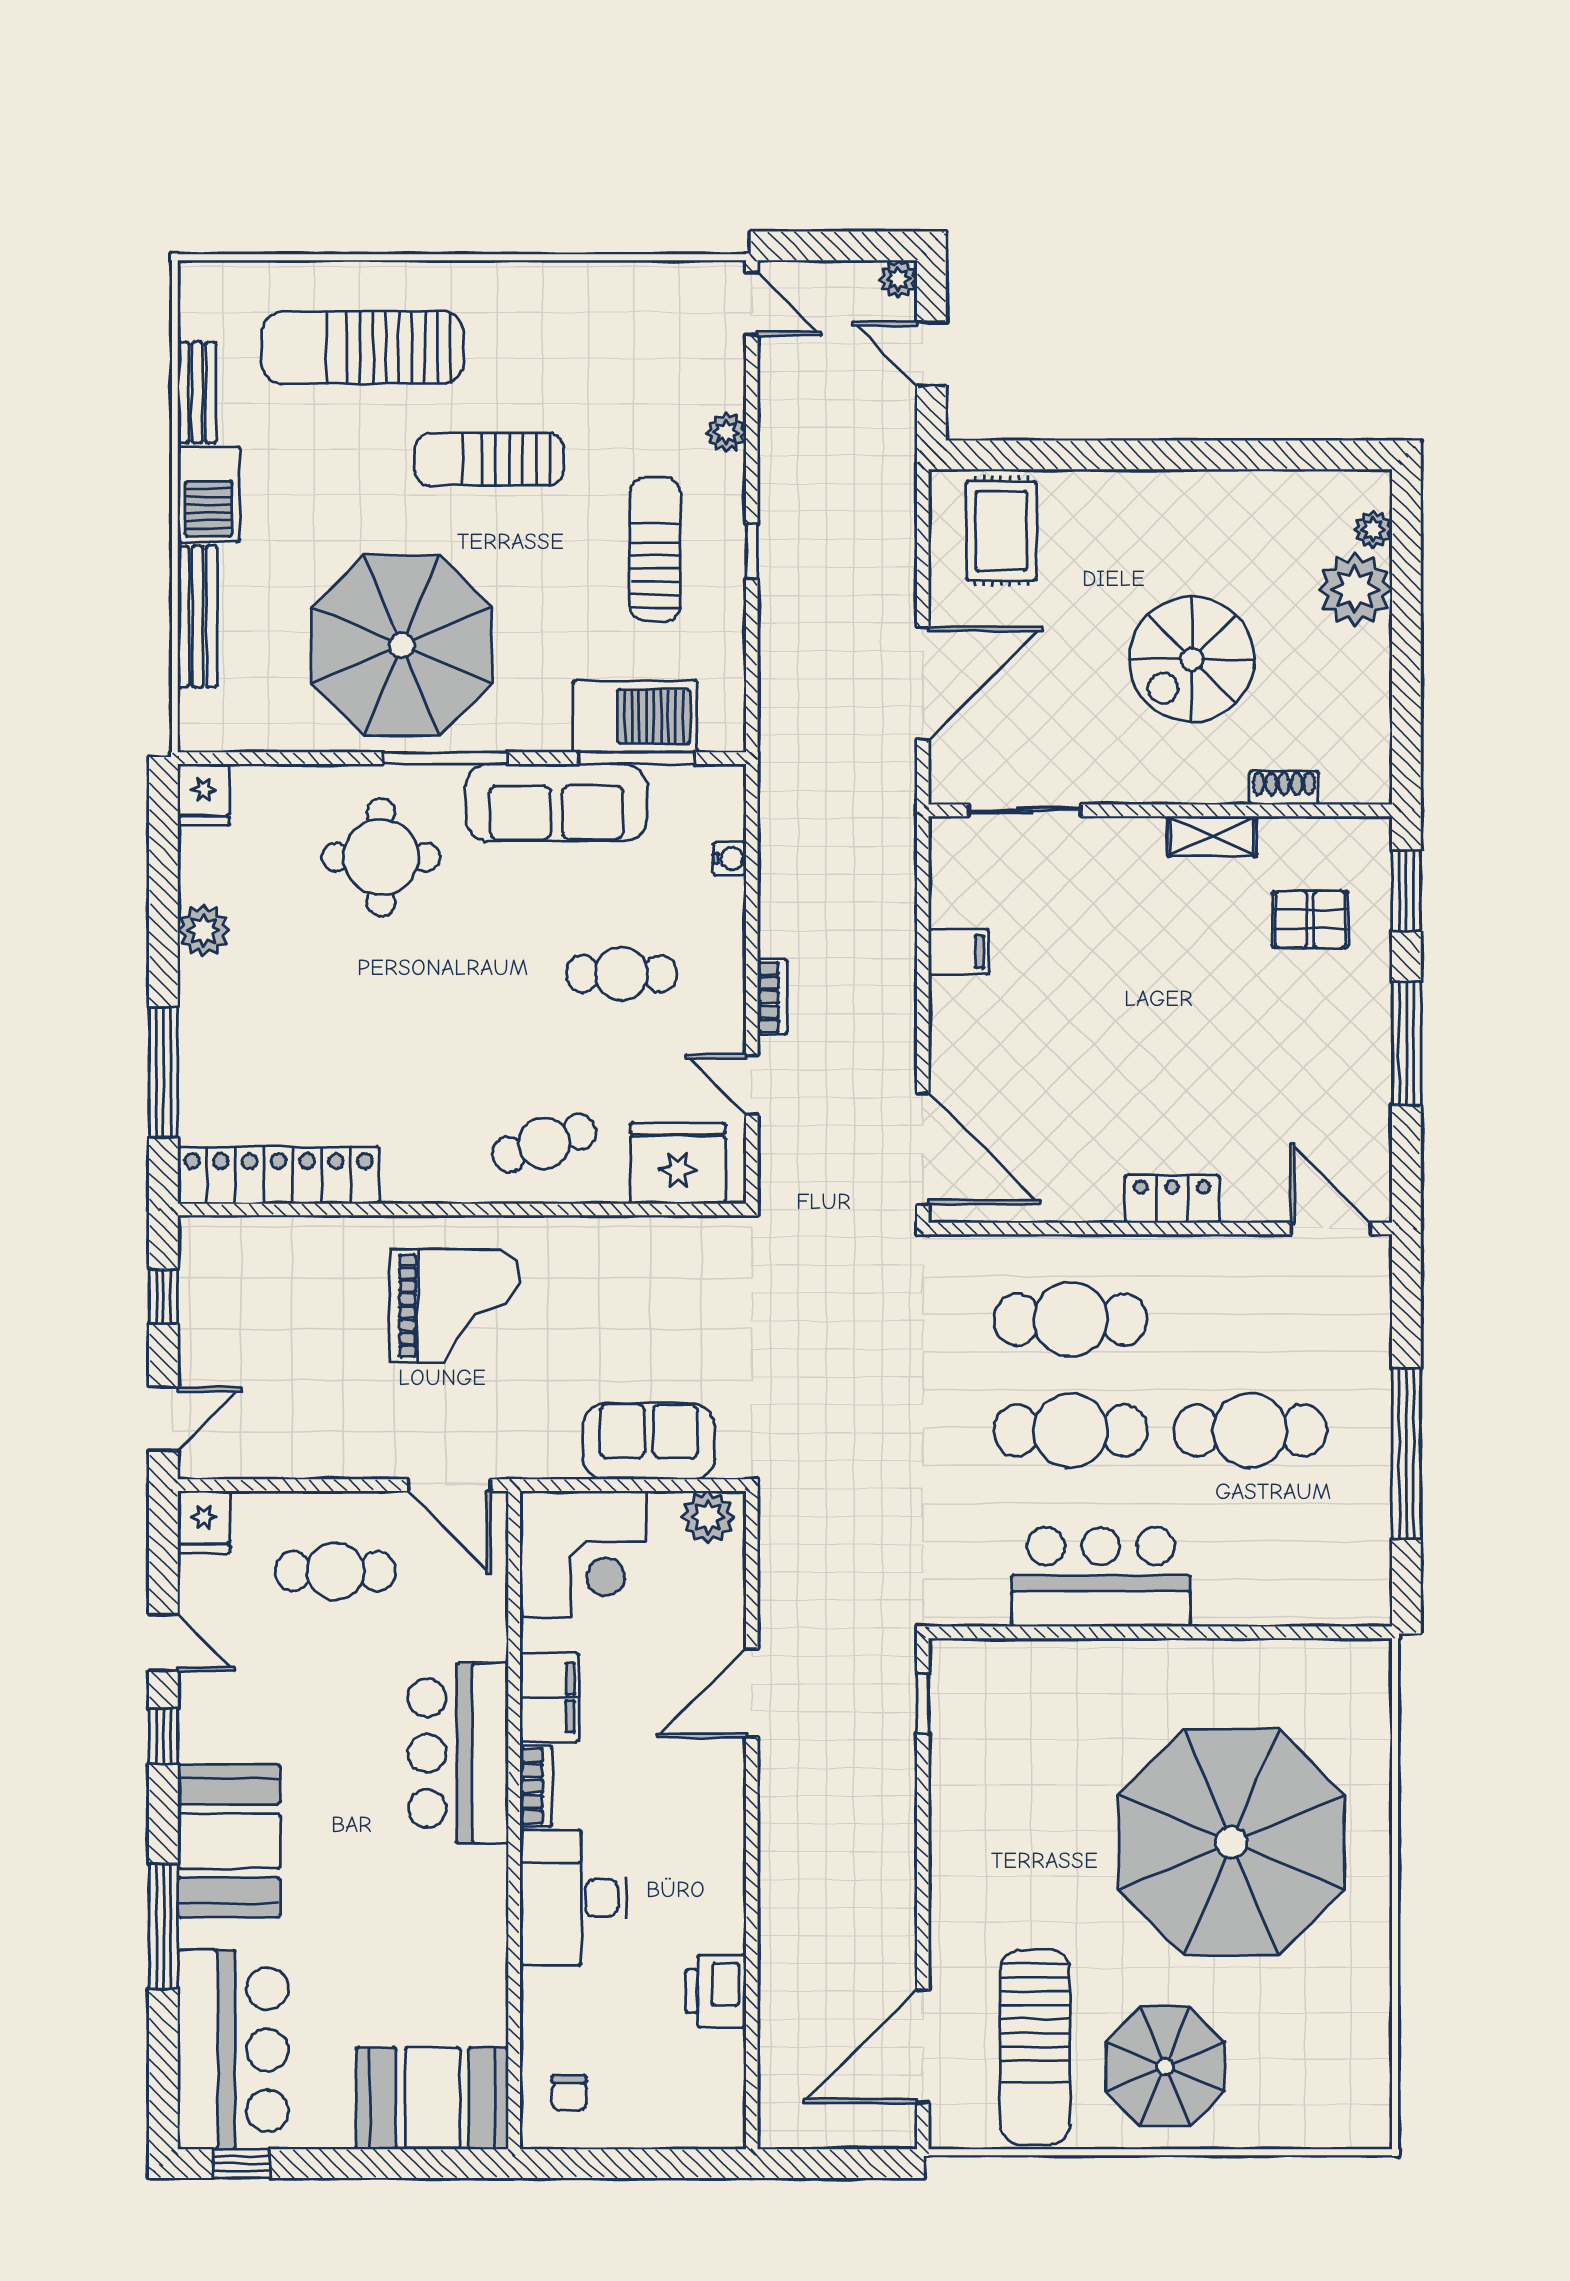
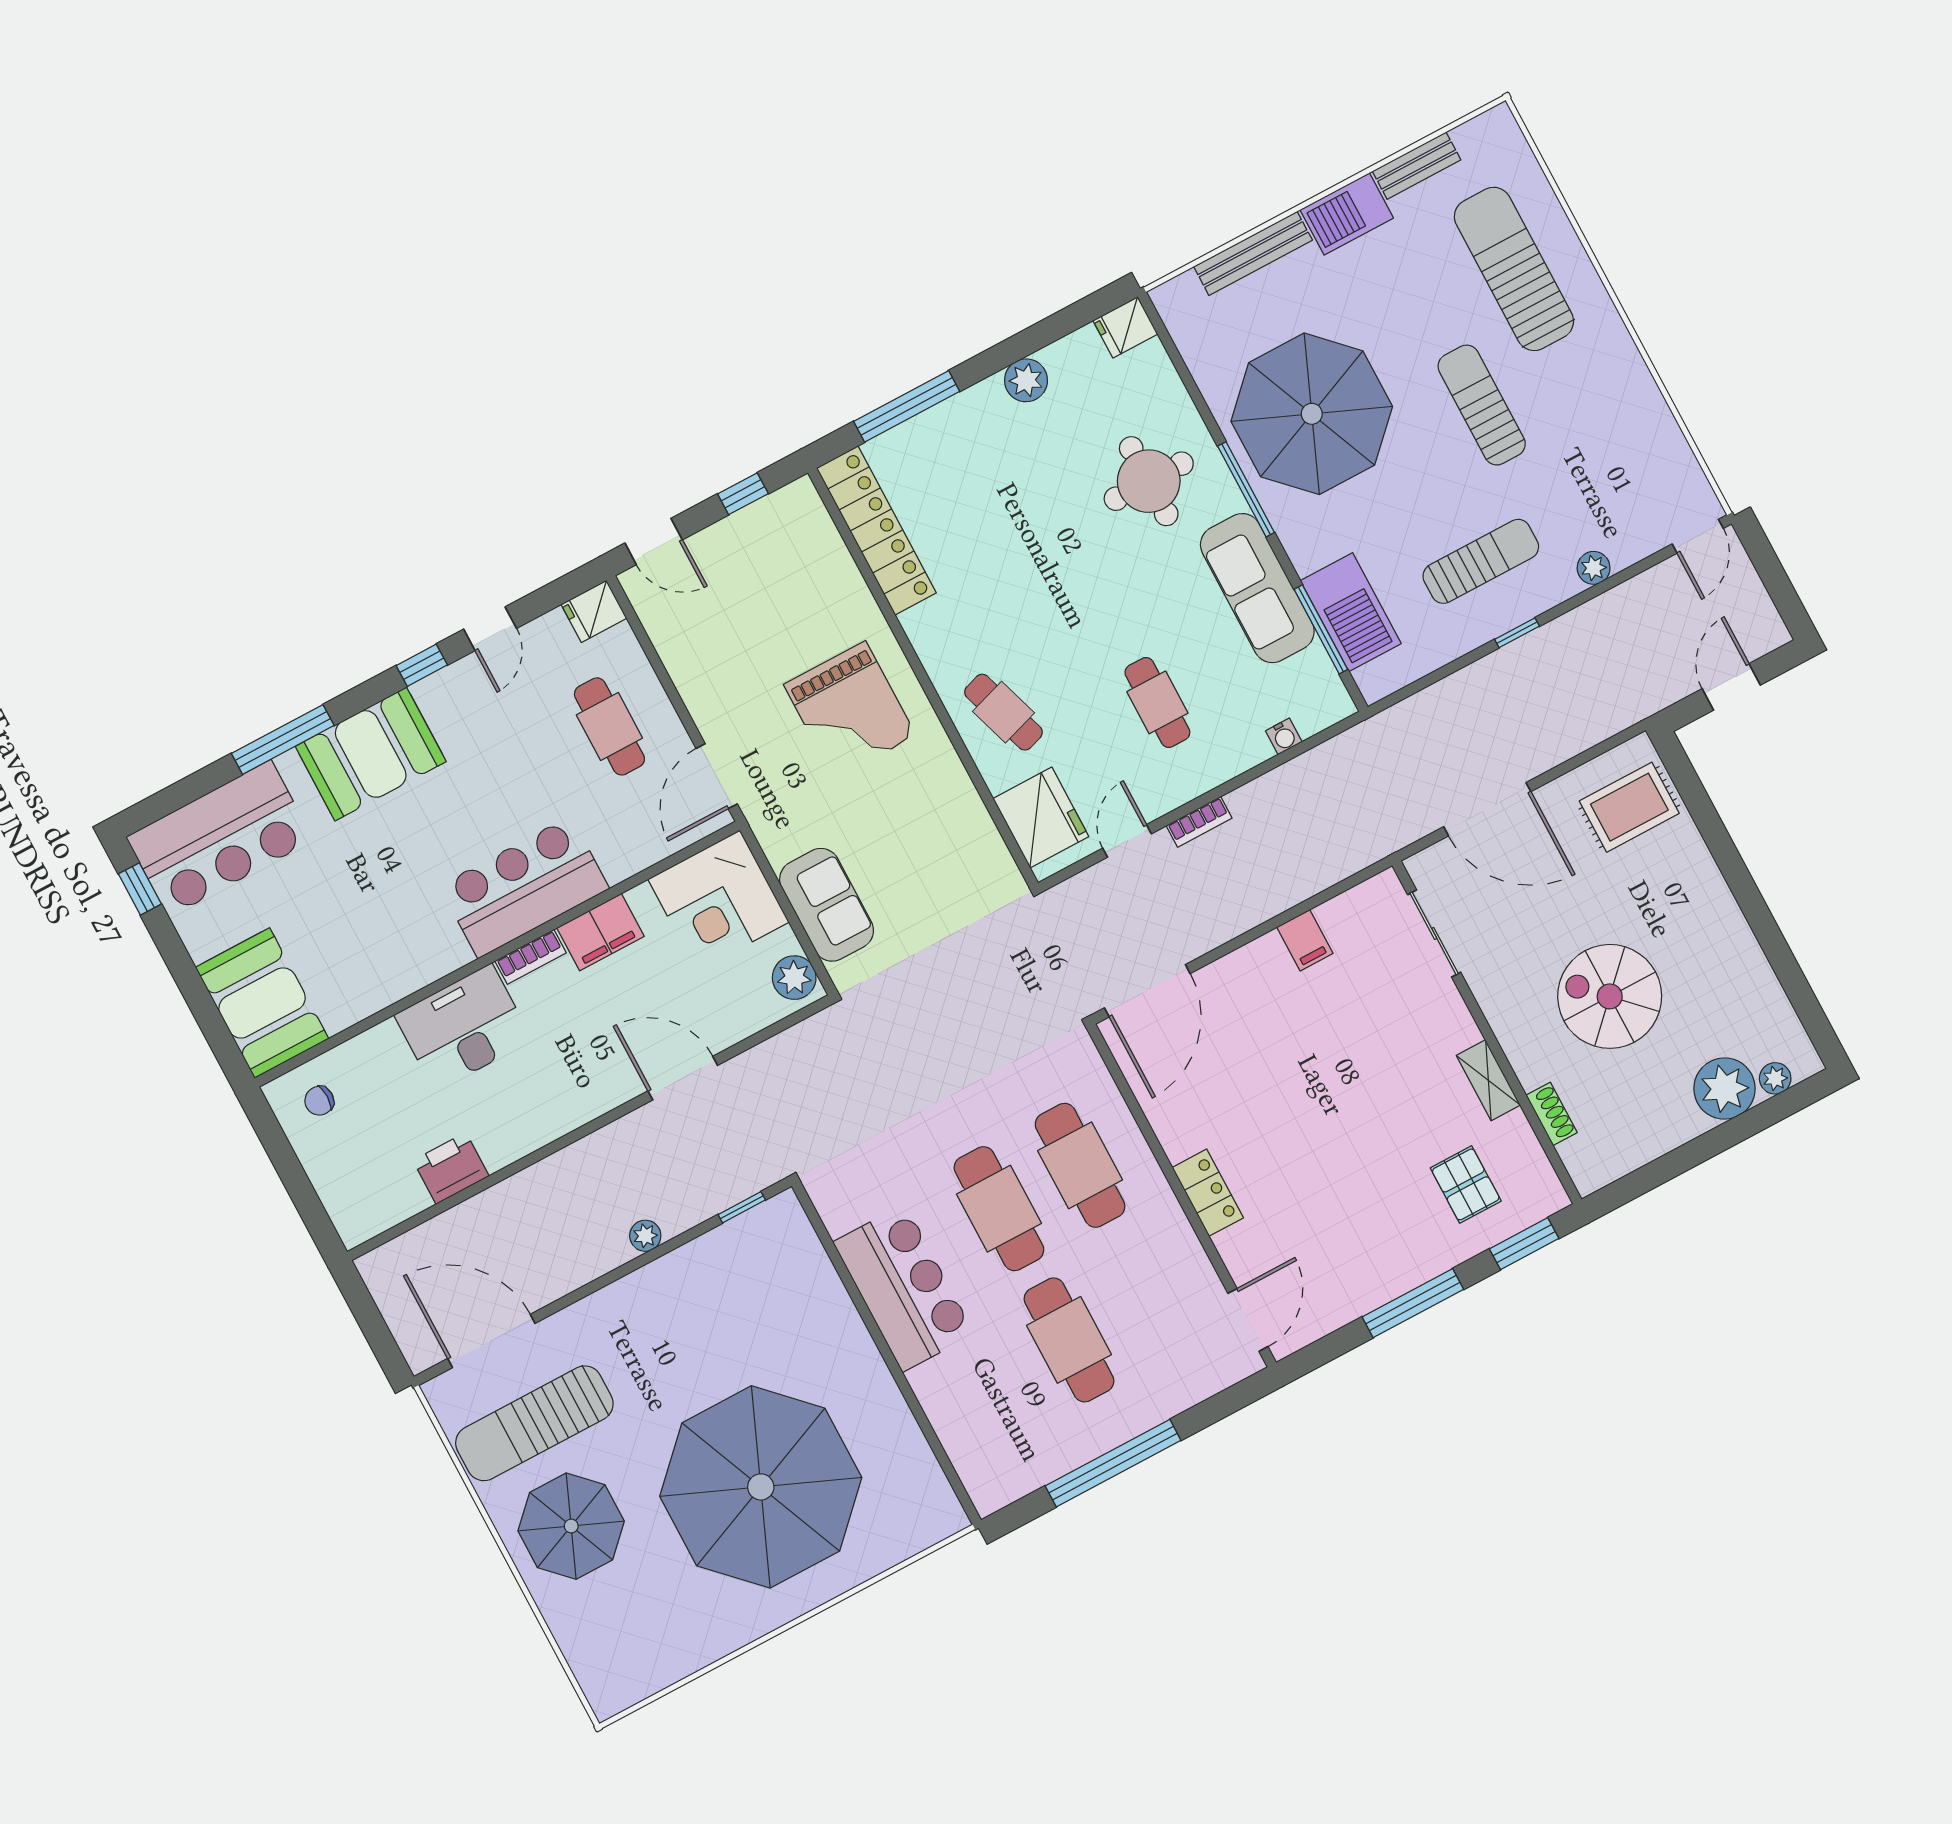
plant: (898, 279) -> (645, 1236), moved

